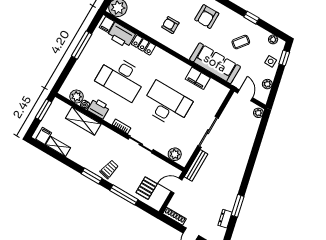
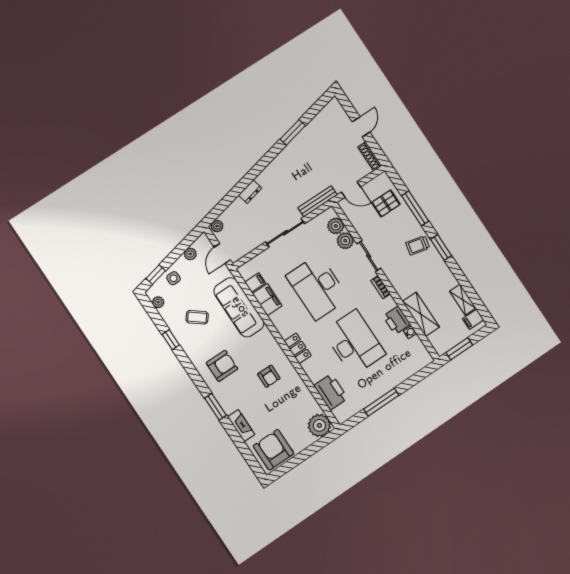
filing cabinet: (107, 24) -> (255, 282), moved
locker: (143, 45) -> (298, 348), moved
plant: (77, 97) -> (345, 241), moved
dresser: (225, 219) -> (250, 192), moved

